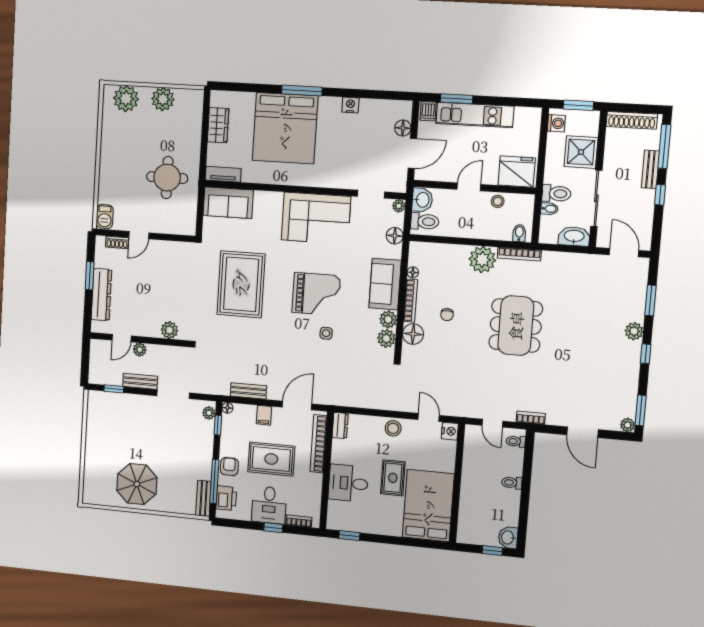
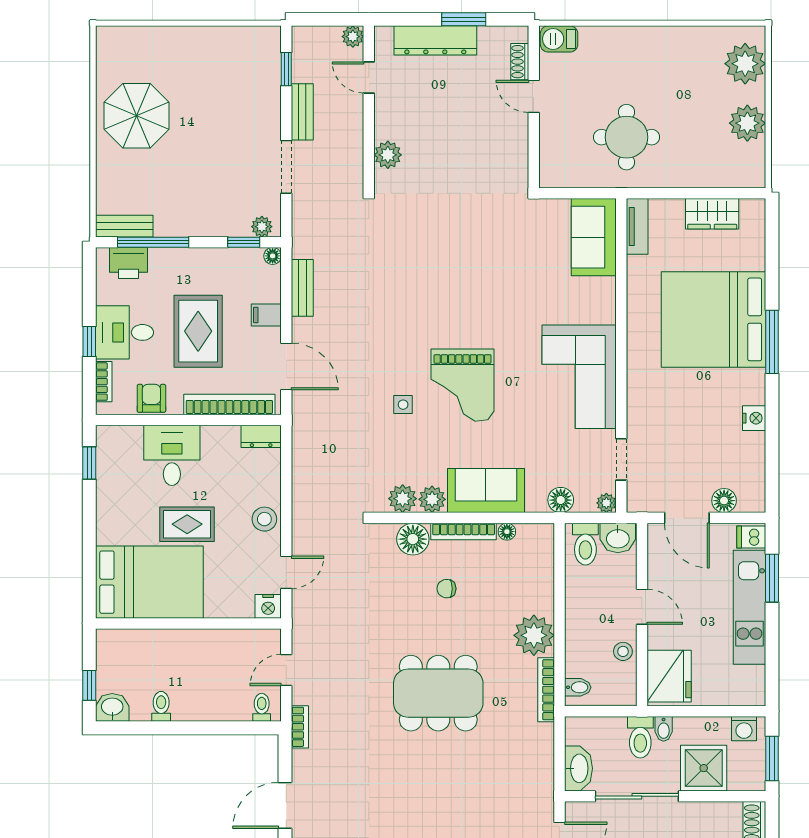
bidet: (549, 209) -> (664, 729), moved
rug: (241, 284) -> (469, 266), removed
plant: (140, 350) -> (353, 37), moved
armchair: (229, 466) -> (151, 398), moved, turned -90
toilet: (512, 483) -> (161, 706), moved

